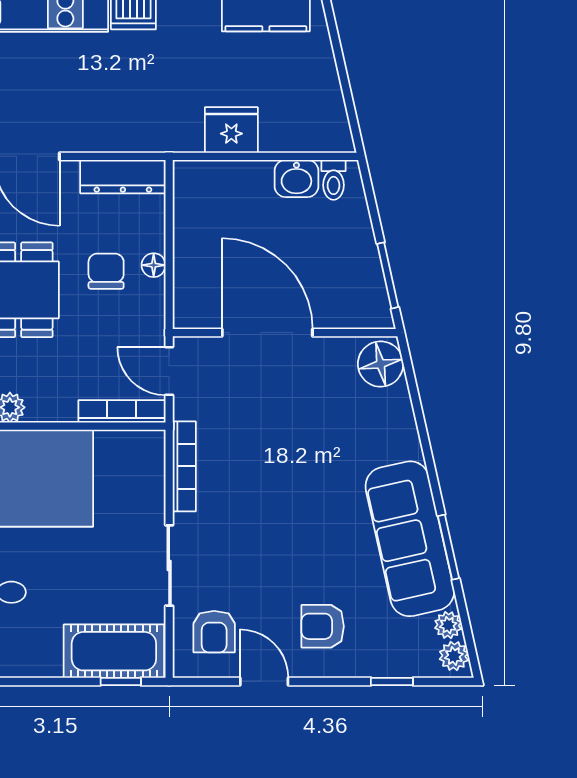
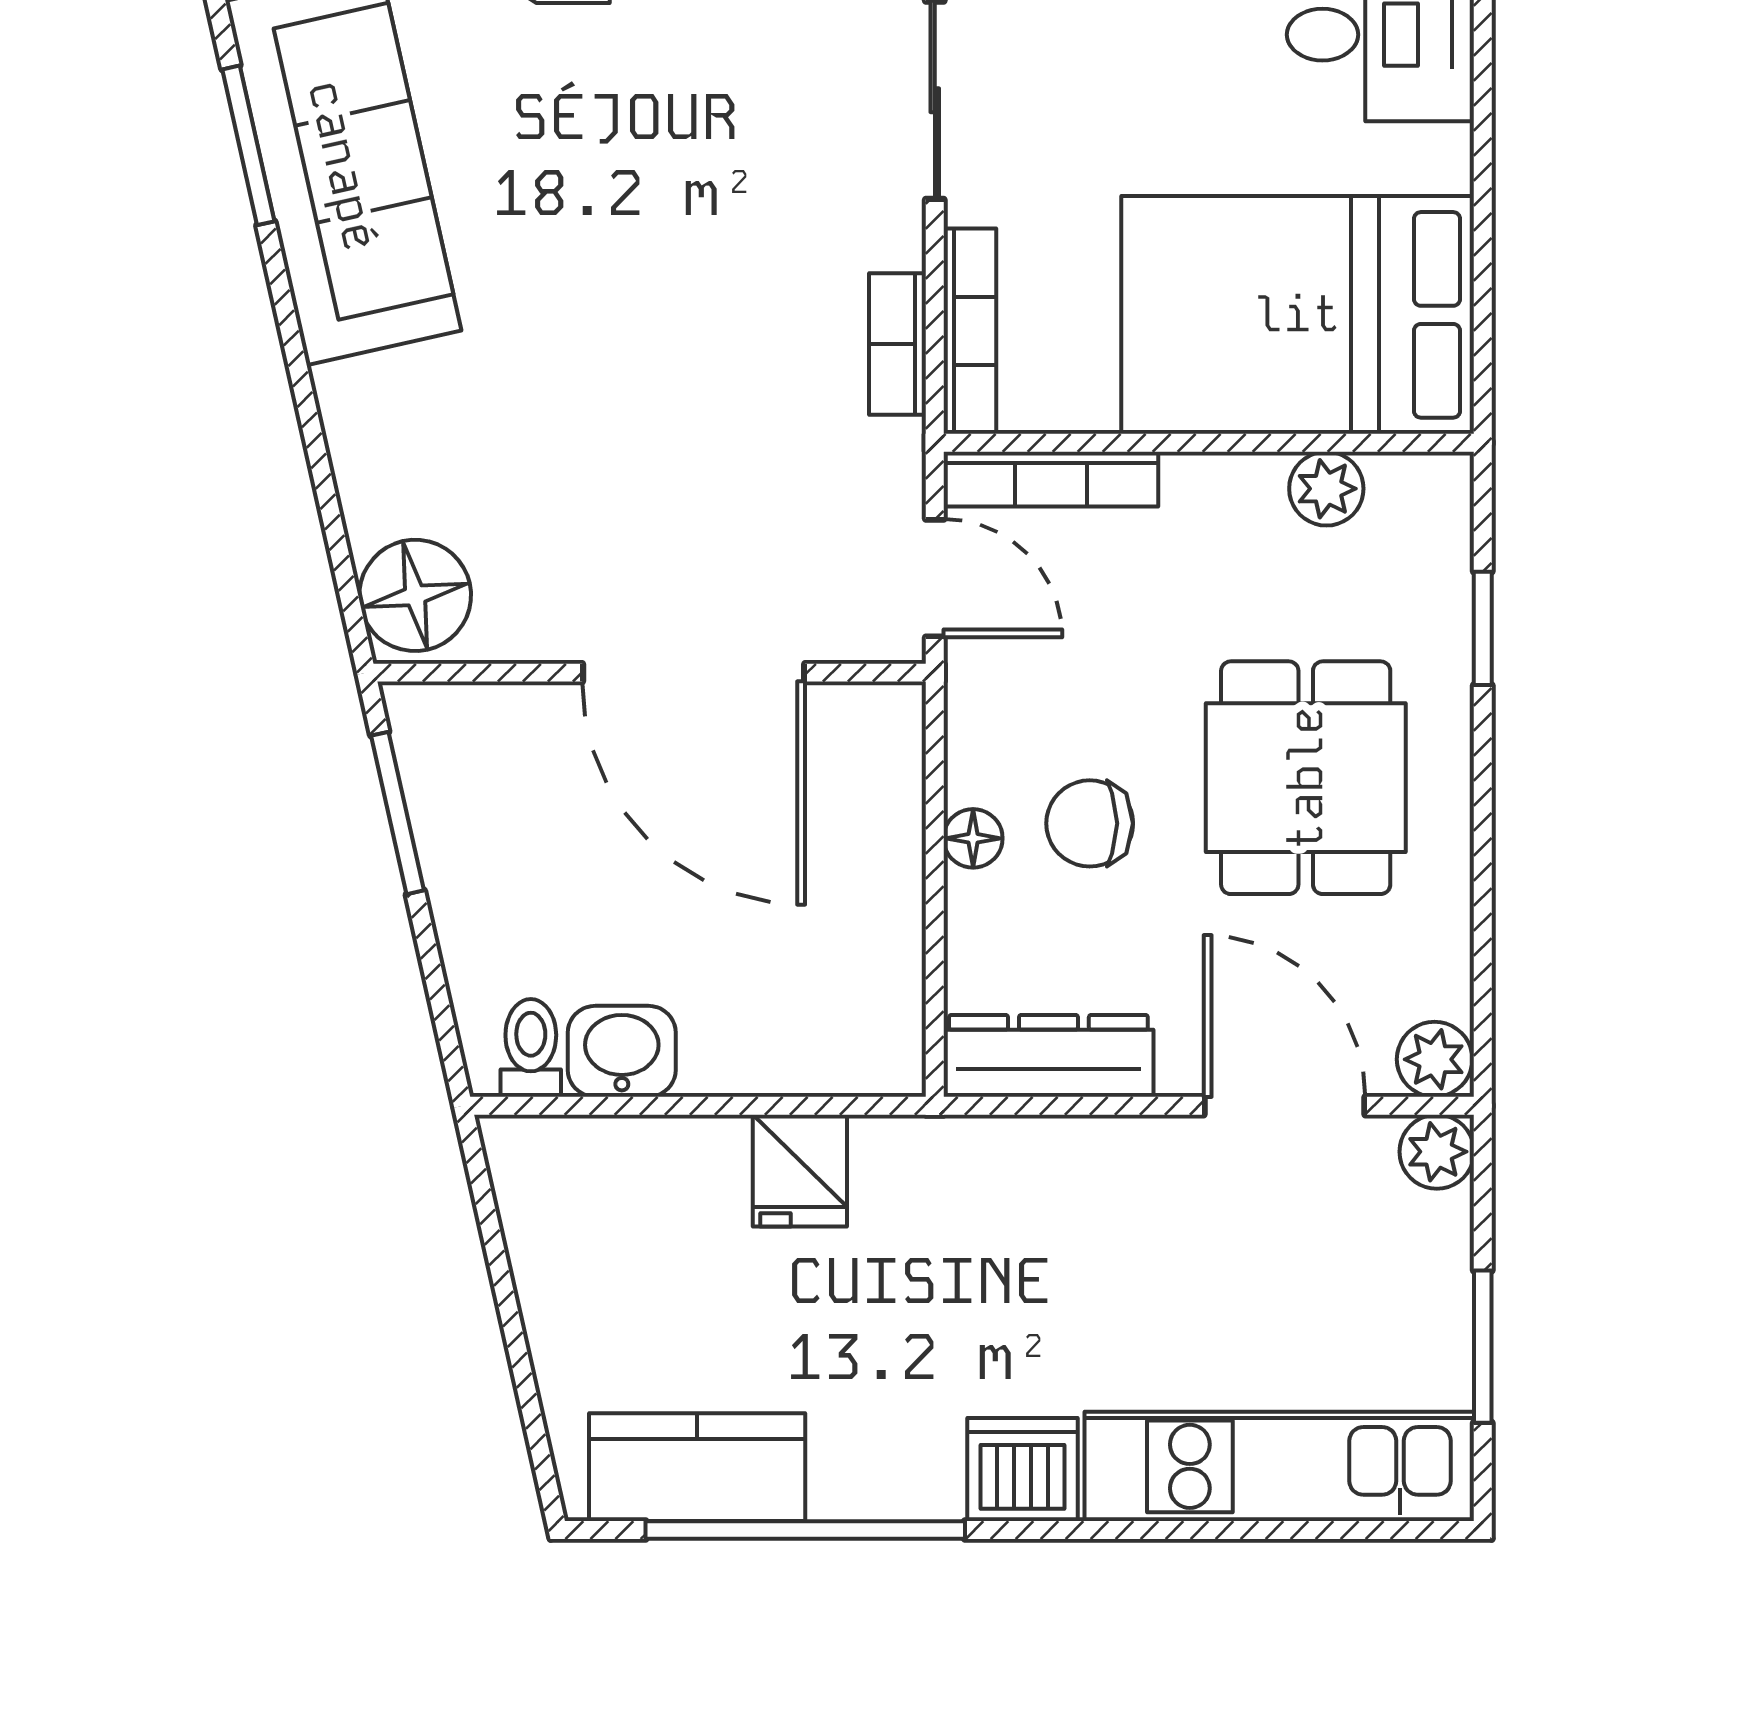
fridge: (231, 130) -> (800, 1171), width x0.72
chair: (106, 271) -> (1090, 823), turned 90
bookcase: (184, 466) -> (898, 344), width x0.64
bookcase: (155, 472) -> (970, 331), added

